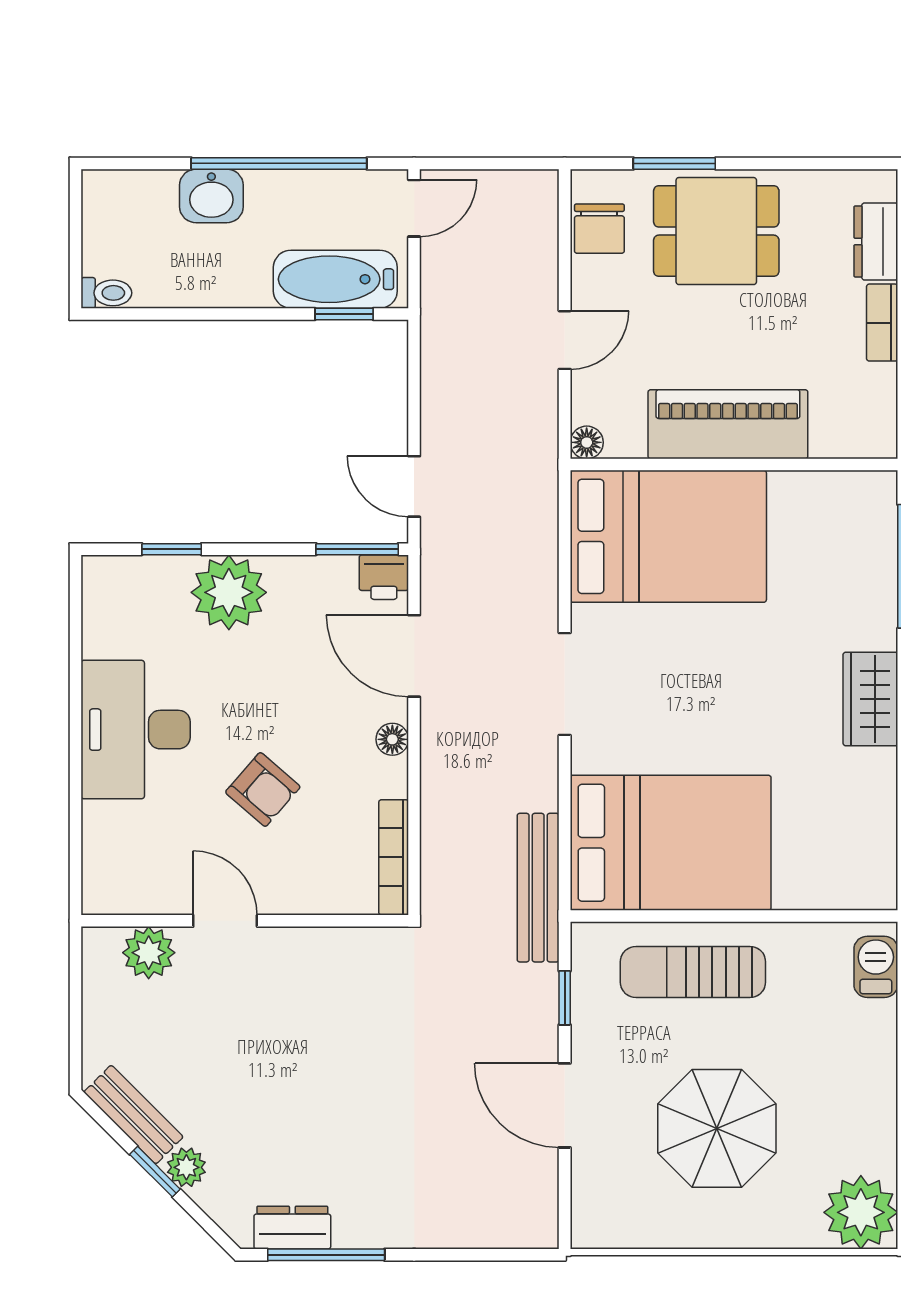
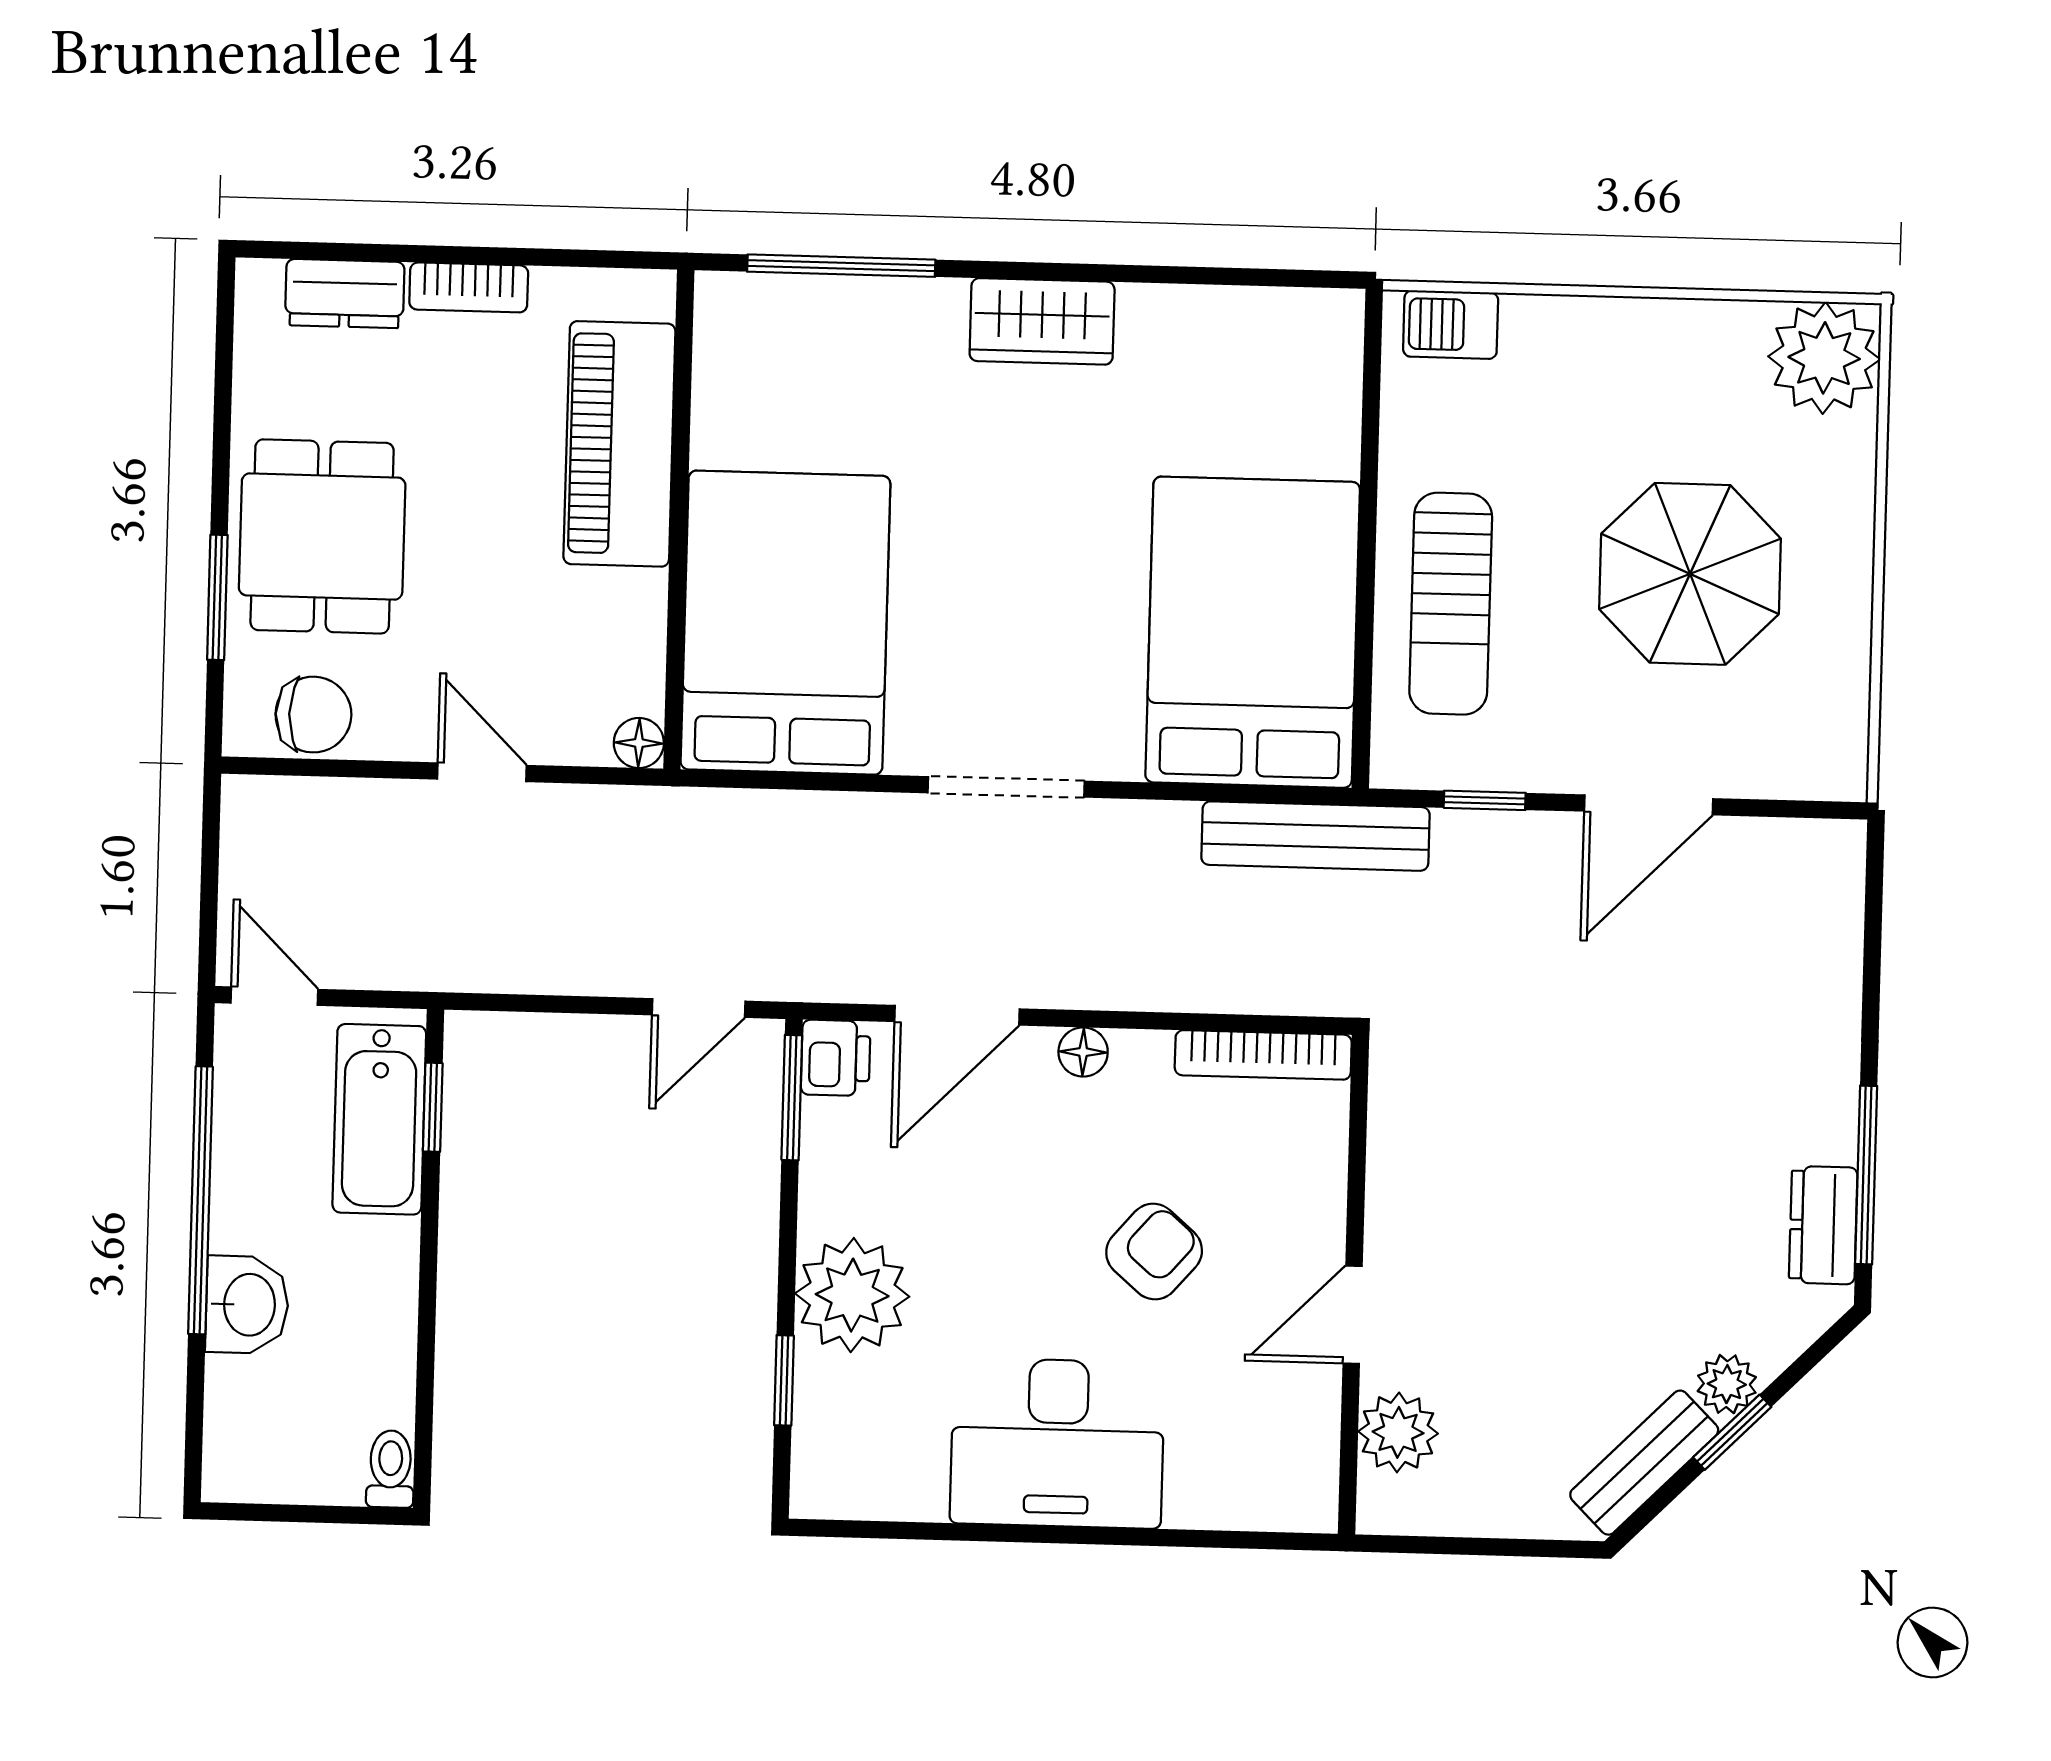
piano: (728, 424) -> (619, 444), moved

